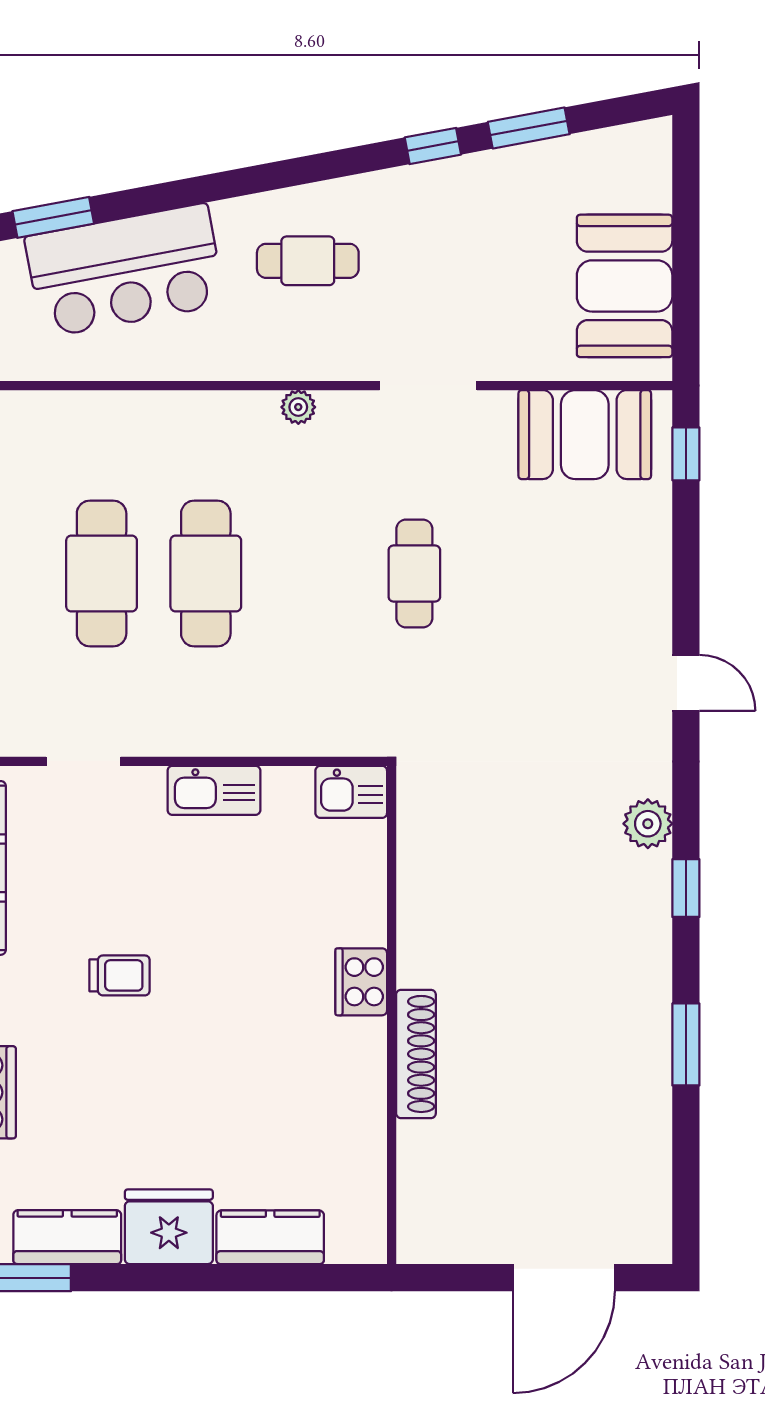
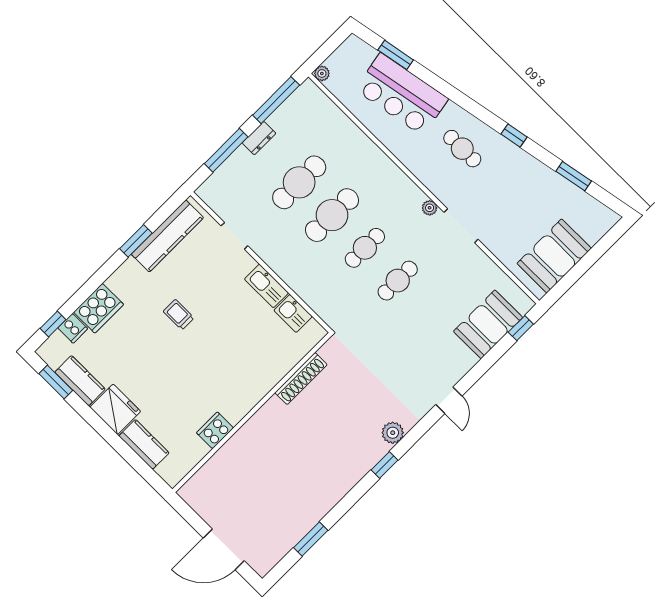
window: (433, 146) -> (514, 136), moved
plant: (298, 407) -> (430, 208), moved
booth: (585, 435) -> (488, 324), moved, turned 90
cafe table: (310, 574) -> (365, 248), added
kitchen sink: (351, 792) -> (293, 313), moved
trolley: (120, 975) -> (179, 315), turned 180
cooker: (361, 982) -> (215, 430), moved
window: (686, 1044) -> (311, 539), moved
shoe rack: (416, 1054) -> (301, 379), moved

